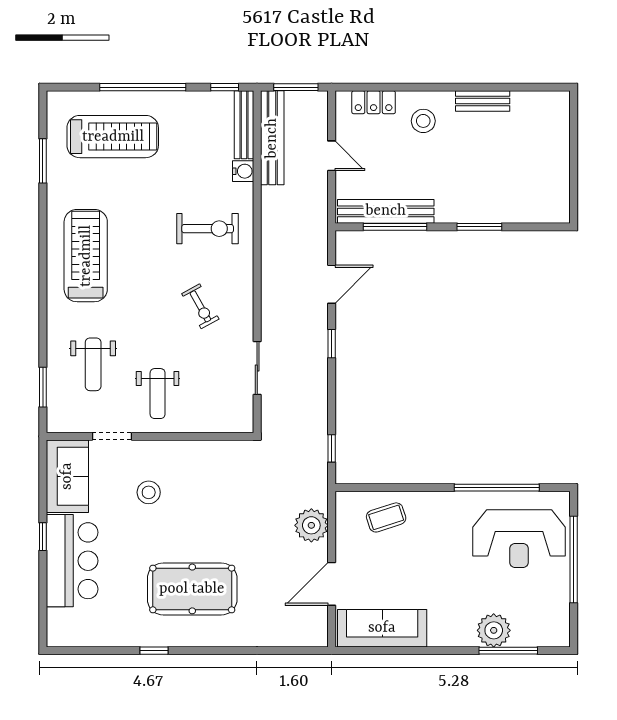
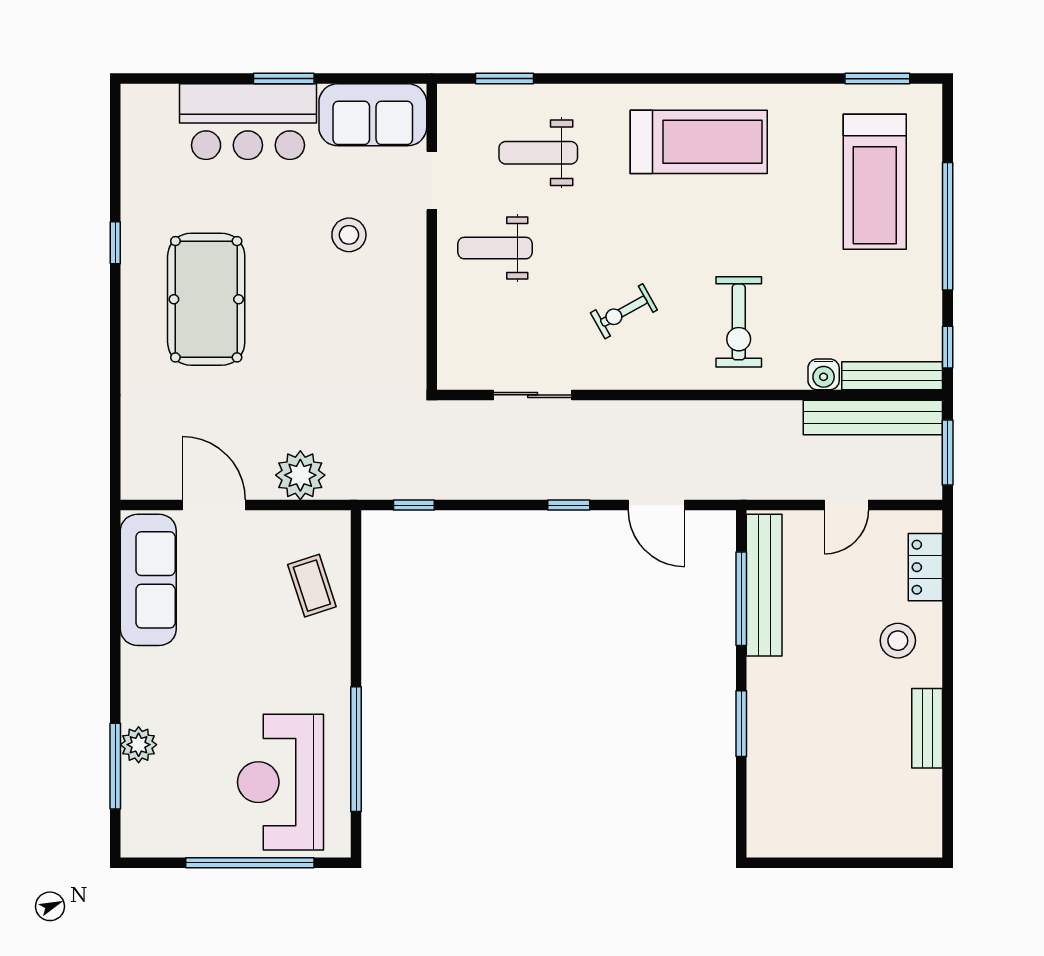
window: (43, 161) -> (877, 79), moved
window: (43, 537) -> (284, 79), width x1.50
plant: (494, 630) -> (139, 745), width x0.73, depth x0.73

